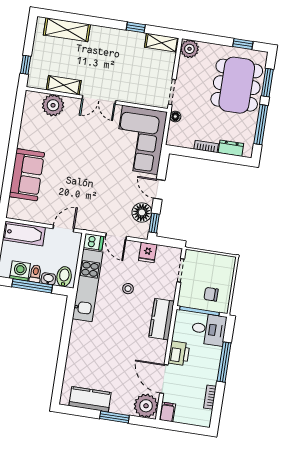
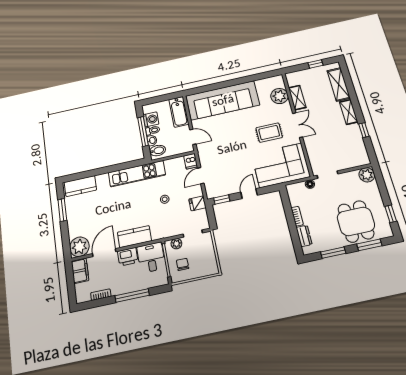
shelving: (162, 43) -> (349, 112), moved
window: (26, 65) -> (316, 64), moved
dining table: (237, 85) -> (356, 221), width x0.73
double door: (99, 100) -> (298, 125), swing flipped
window: (261, 125) -> (333, 253), width x0.69
rug: (95, 137) -> (269, 133), added
sofa: (27, 175) -> (223, 100), width x1.85, depth x1.27
floor lamp: (142, 212) -> (226, 187), removed
kitchen unit: (87, 285) -> (137, 174), moved
plant: (185, 293) -> (176, 244), added
kitchen counter: (162, 319) -> (134, 237), moved
desk: (209, 329) -> (151, 258), moved, turned 180
kitchen counter: (90, 399) -> (80, 186), moved, turned 90
filing cabinet: (167, 412) -> (80, 271), width x2.00
window: (114, 417) -> (62, 210), moved

